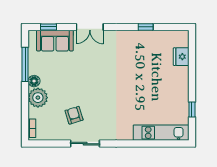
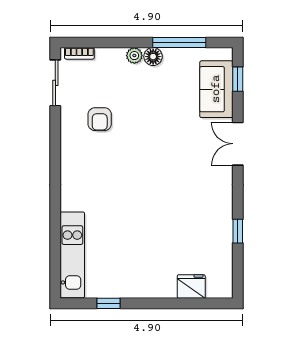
plant: (38, 98) -> (134, 56), width x0.53, depth x0.53
armchair: (74, 115) -> (100, 119), turned 107
sliding door: (85, 144) -> (55, 83), moved

